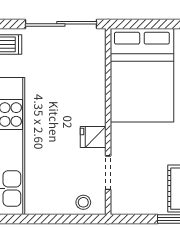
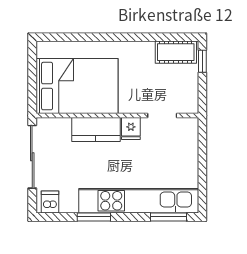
kitchen counter: (92, 97) -> (96, 130), added
stool: (83, 202) -> (188, 137), removed

